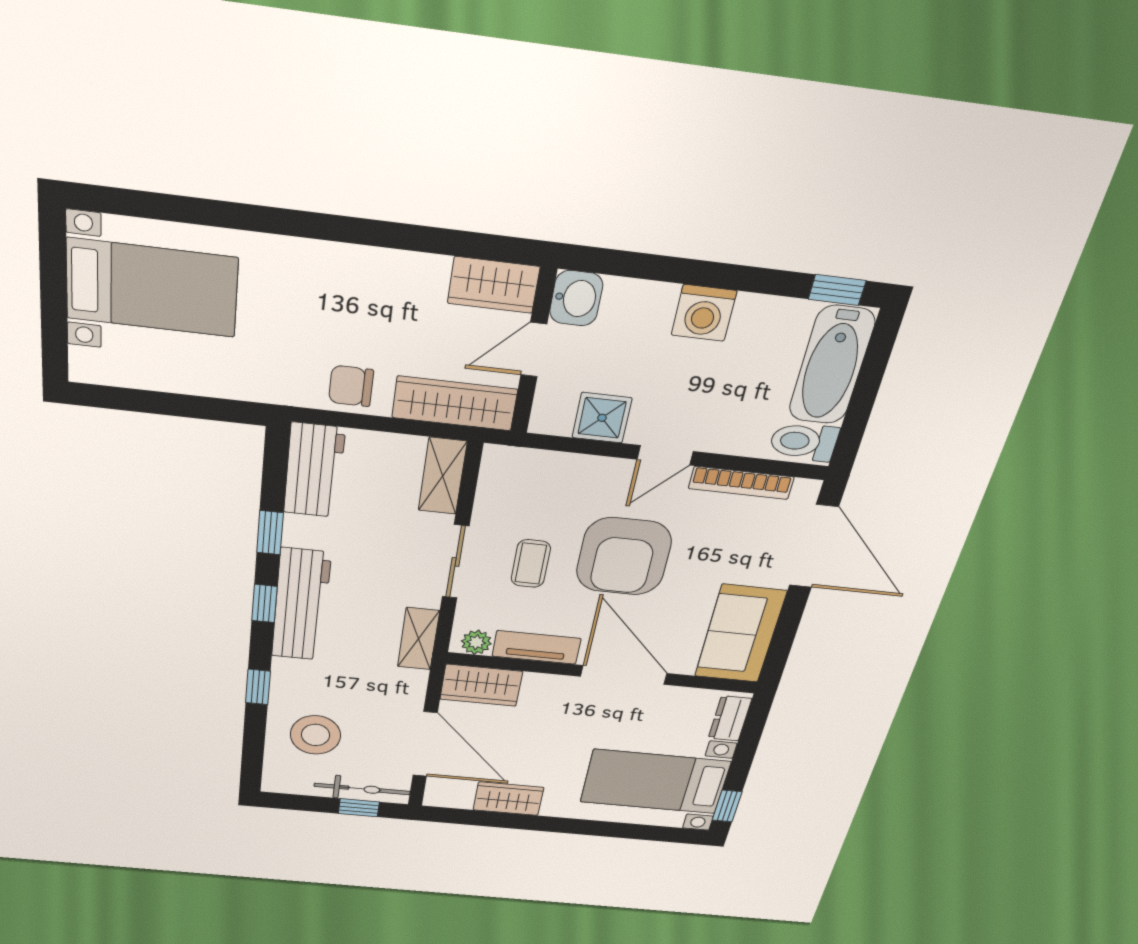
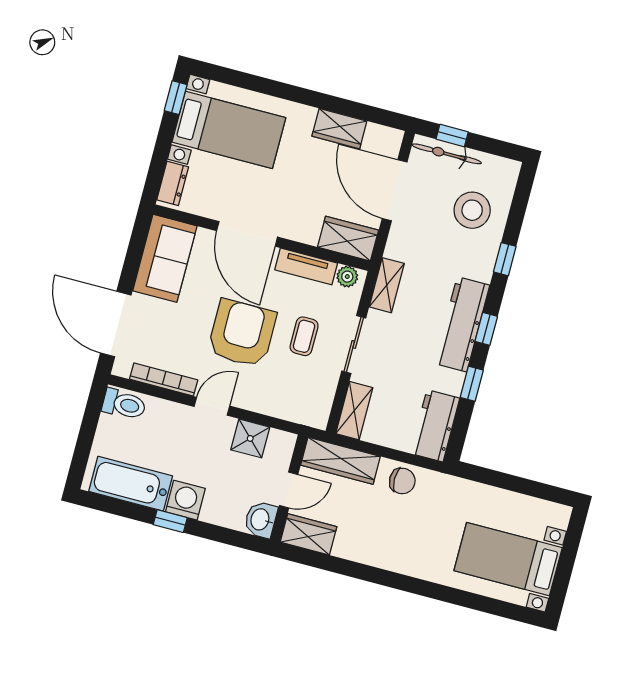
window: (837, 290) -> (170, 521), moved
bathtub: (832, 365) -> (131, 484), moved, turned -90

